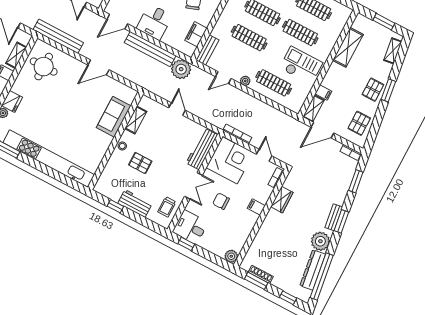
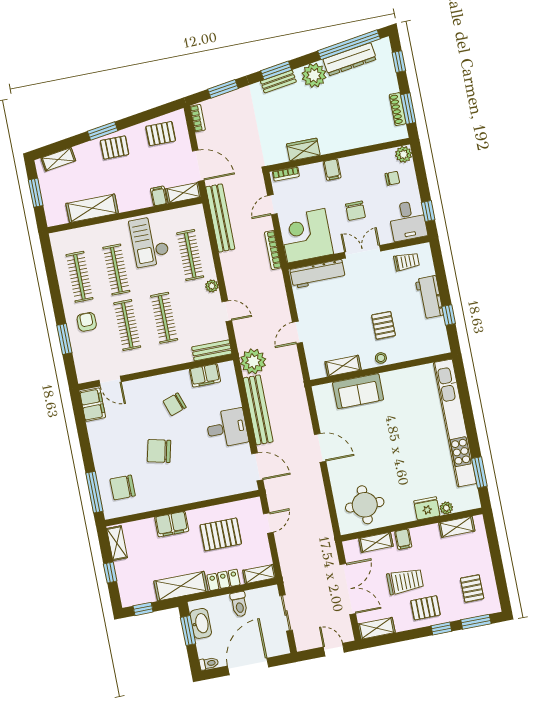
bench: (58, 36) -> (220, 218), moved
chair: (223, 238) -> (392, 178), added

